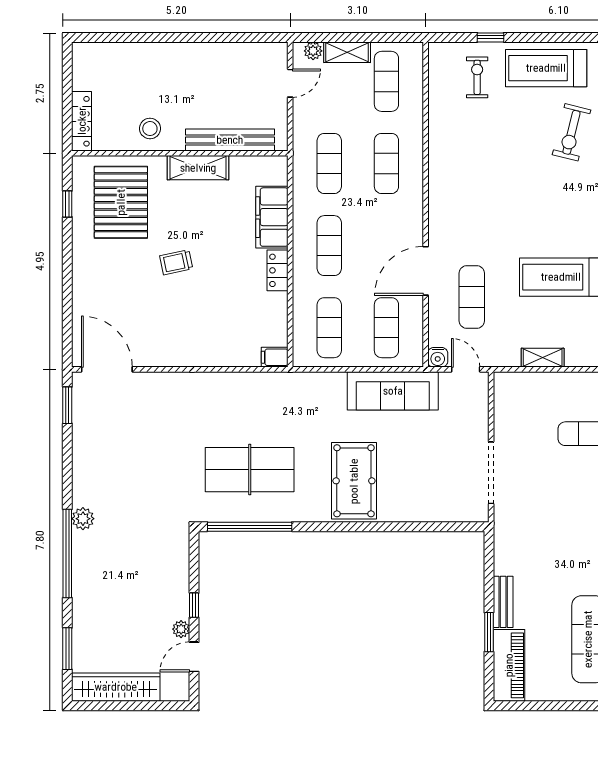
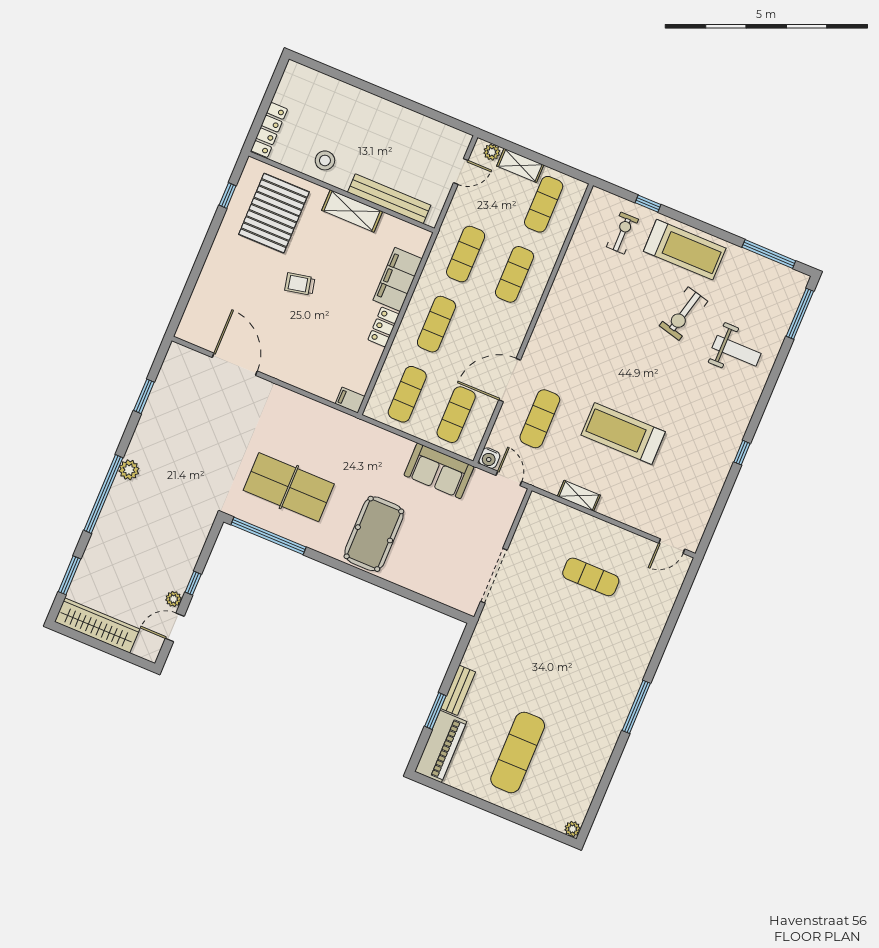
treadmill: (546, 68) -> (685, 250), turned 180
door: (107, 369) -> (235, 364), moved
sofa: (393, 391) -> (439, 471), width x0.73
window: (67, 405) -> (144, 396), moved

